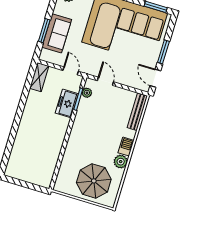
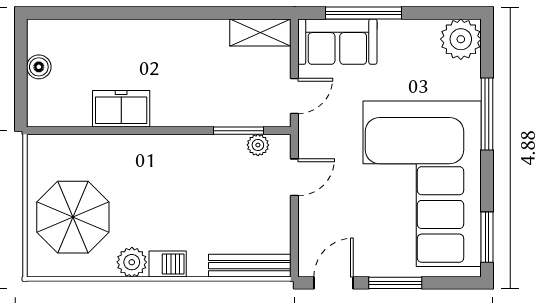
window: (44, 31) -> (363, 13), width x1.44
sofa: (57, 33) -> (337, 42), moved
freezer: (67, 103) -> (121, 109), moved
boiler: (25, 176) -> (39, 67), added

